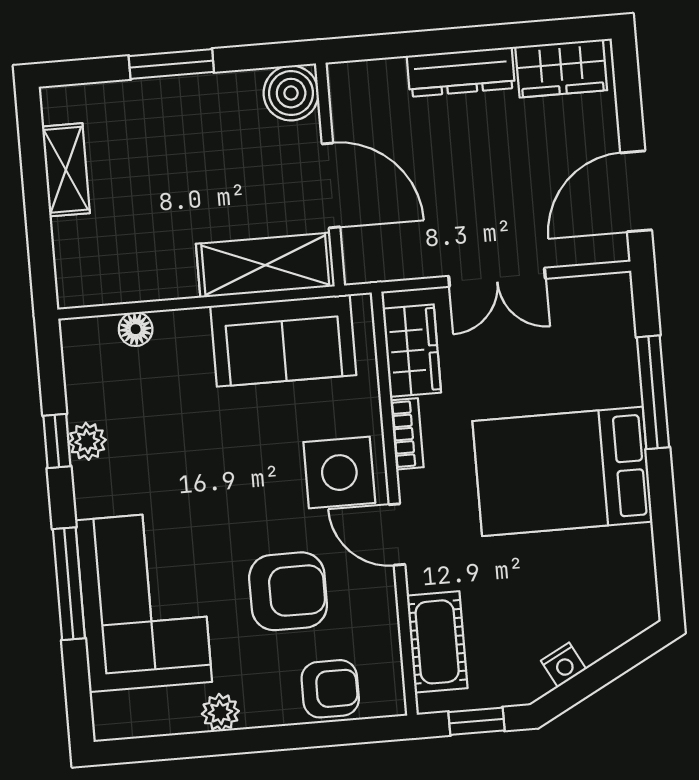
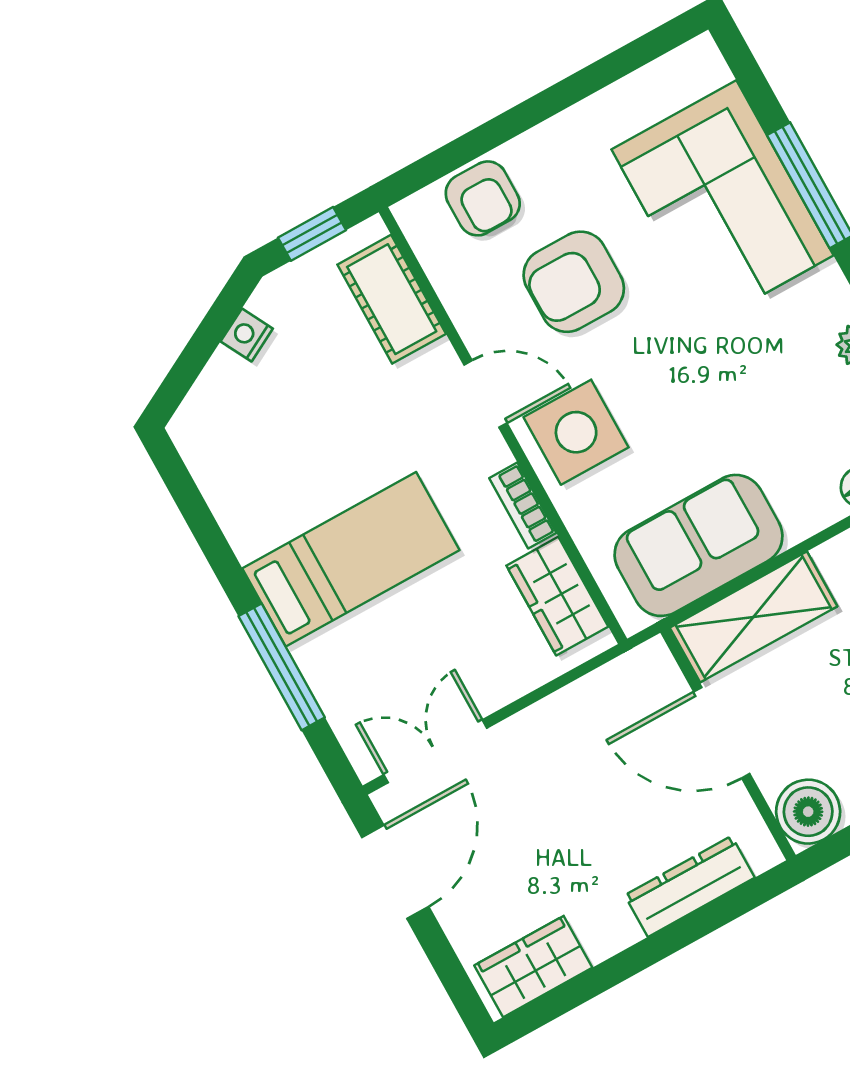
dresser: (461, 72) -> (690, 886), moved
double door: (497, 277) -> (435, 751), moved
bed: (562, 471) -> (351, 559), width x0.67
armchair: (330, 689) -> (483, 198), turned -90
plant: (220, 712) -> (588, 121), removed

